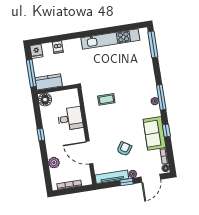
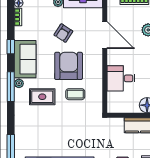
rug: (134, 93) -> (42, 97), added
armchair: (116, 122) -> (69, 66), added
sofa: (155, 133) -> (25, 59), moved

